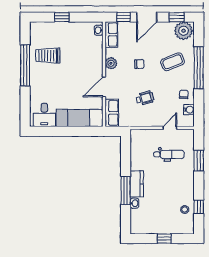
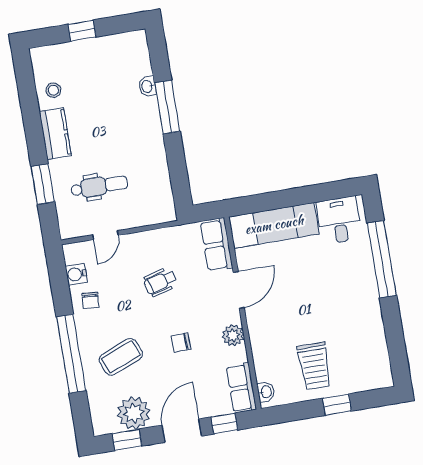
plant: (184, 31) -> (134, 413), moved
trolley: (48, 56) -> (314, 366), moved, turned 90
window: (25, 65) -> (382, 259), moved
dental chair: (169, 154) -> (99, 186), turned 180
kitchen counter: (137, 184) -> (55, 134), moved, turned 180
window: (199, 207) -> (29, 99), removed

